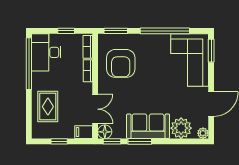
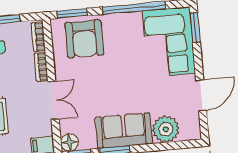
armchair: (121, 63) -> (84, 39), moved
double door: (95, 109) -> (53, 100), moved
plant: (203, 133) -> (194, 133), removed

